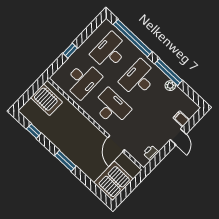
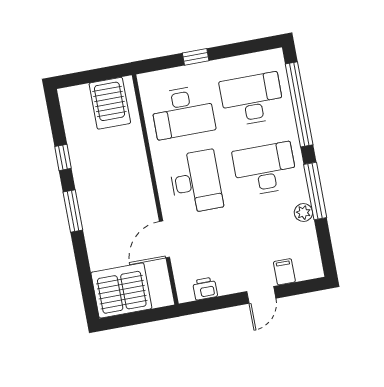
window: (34, 131) -> (63, 157), moved

